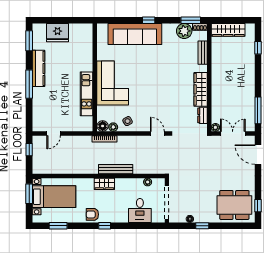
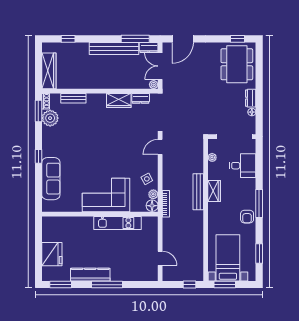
sofa: (135, 34) -> (51, 179), width x0.74, depth x0.79
wardrobe: (201, 89) -> (119, 101), width x0.67
bench: (249, 91) -> (114, 48), added
dresser: (250, 123) -> (149, 47), added
window: (29, 150) -> (189, 285), moved
wardrobe: (104, 184) -> (214, 191), moved
dresser: (203, 218) -> (251, 98), added
window: (105, 226) -> (259, 203), width x2.17
window: (202, 226) -> (259, 99), removed

